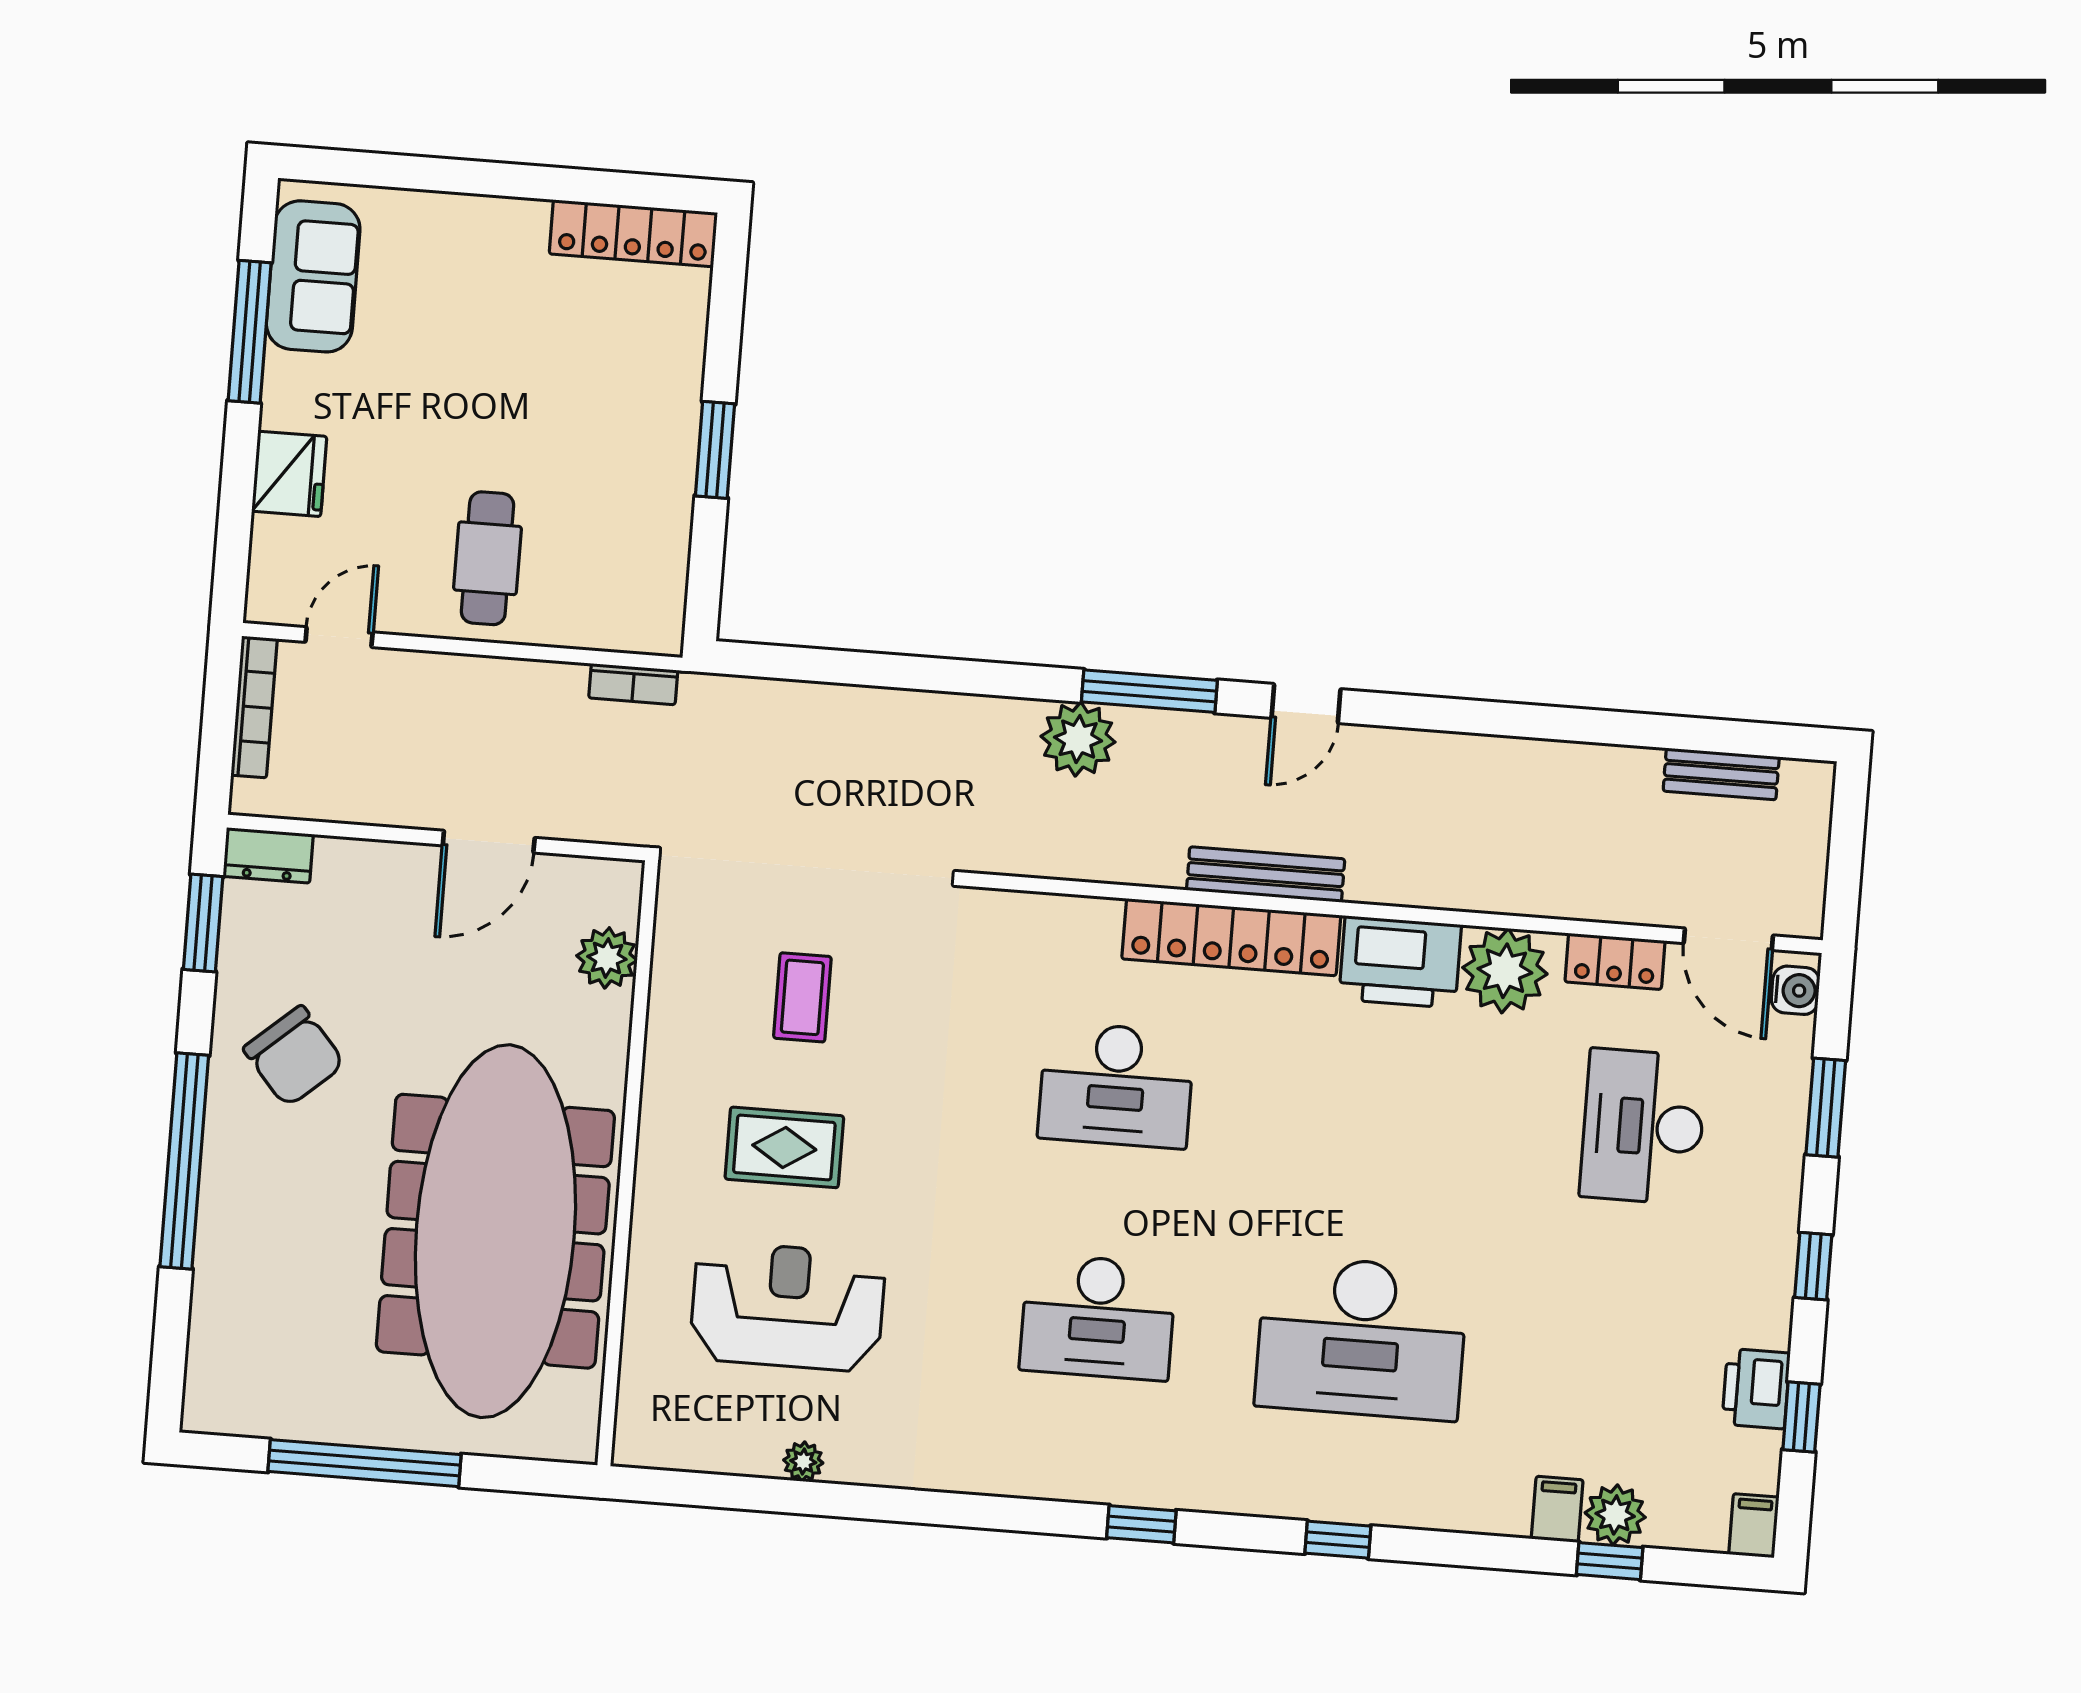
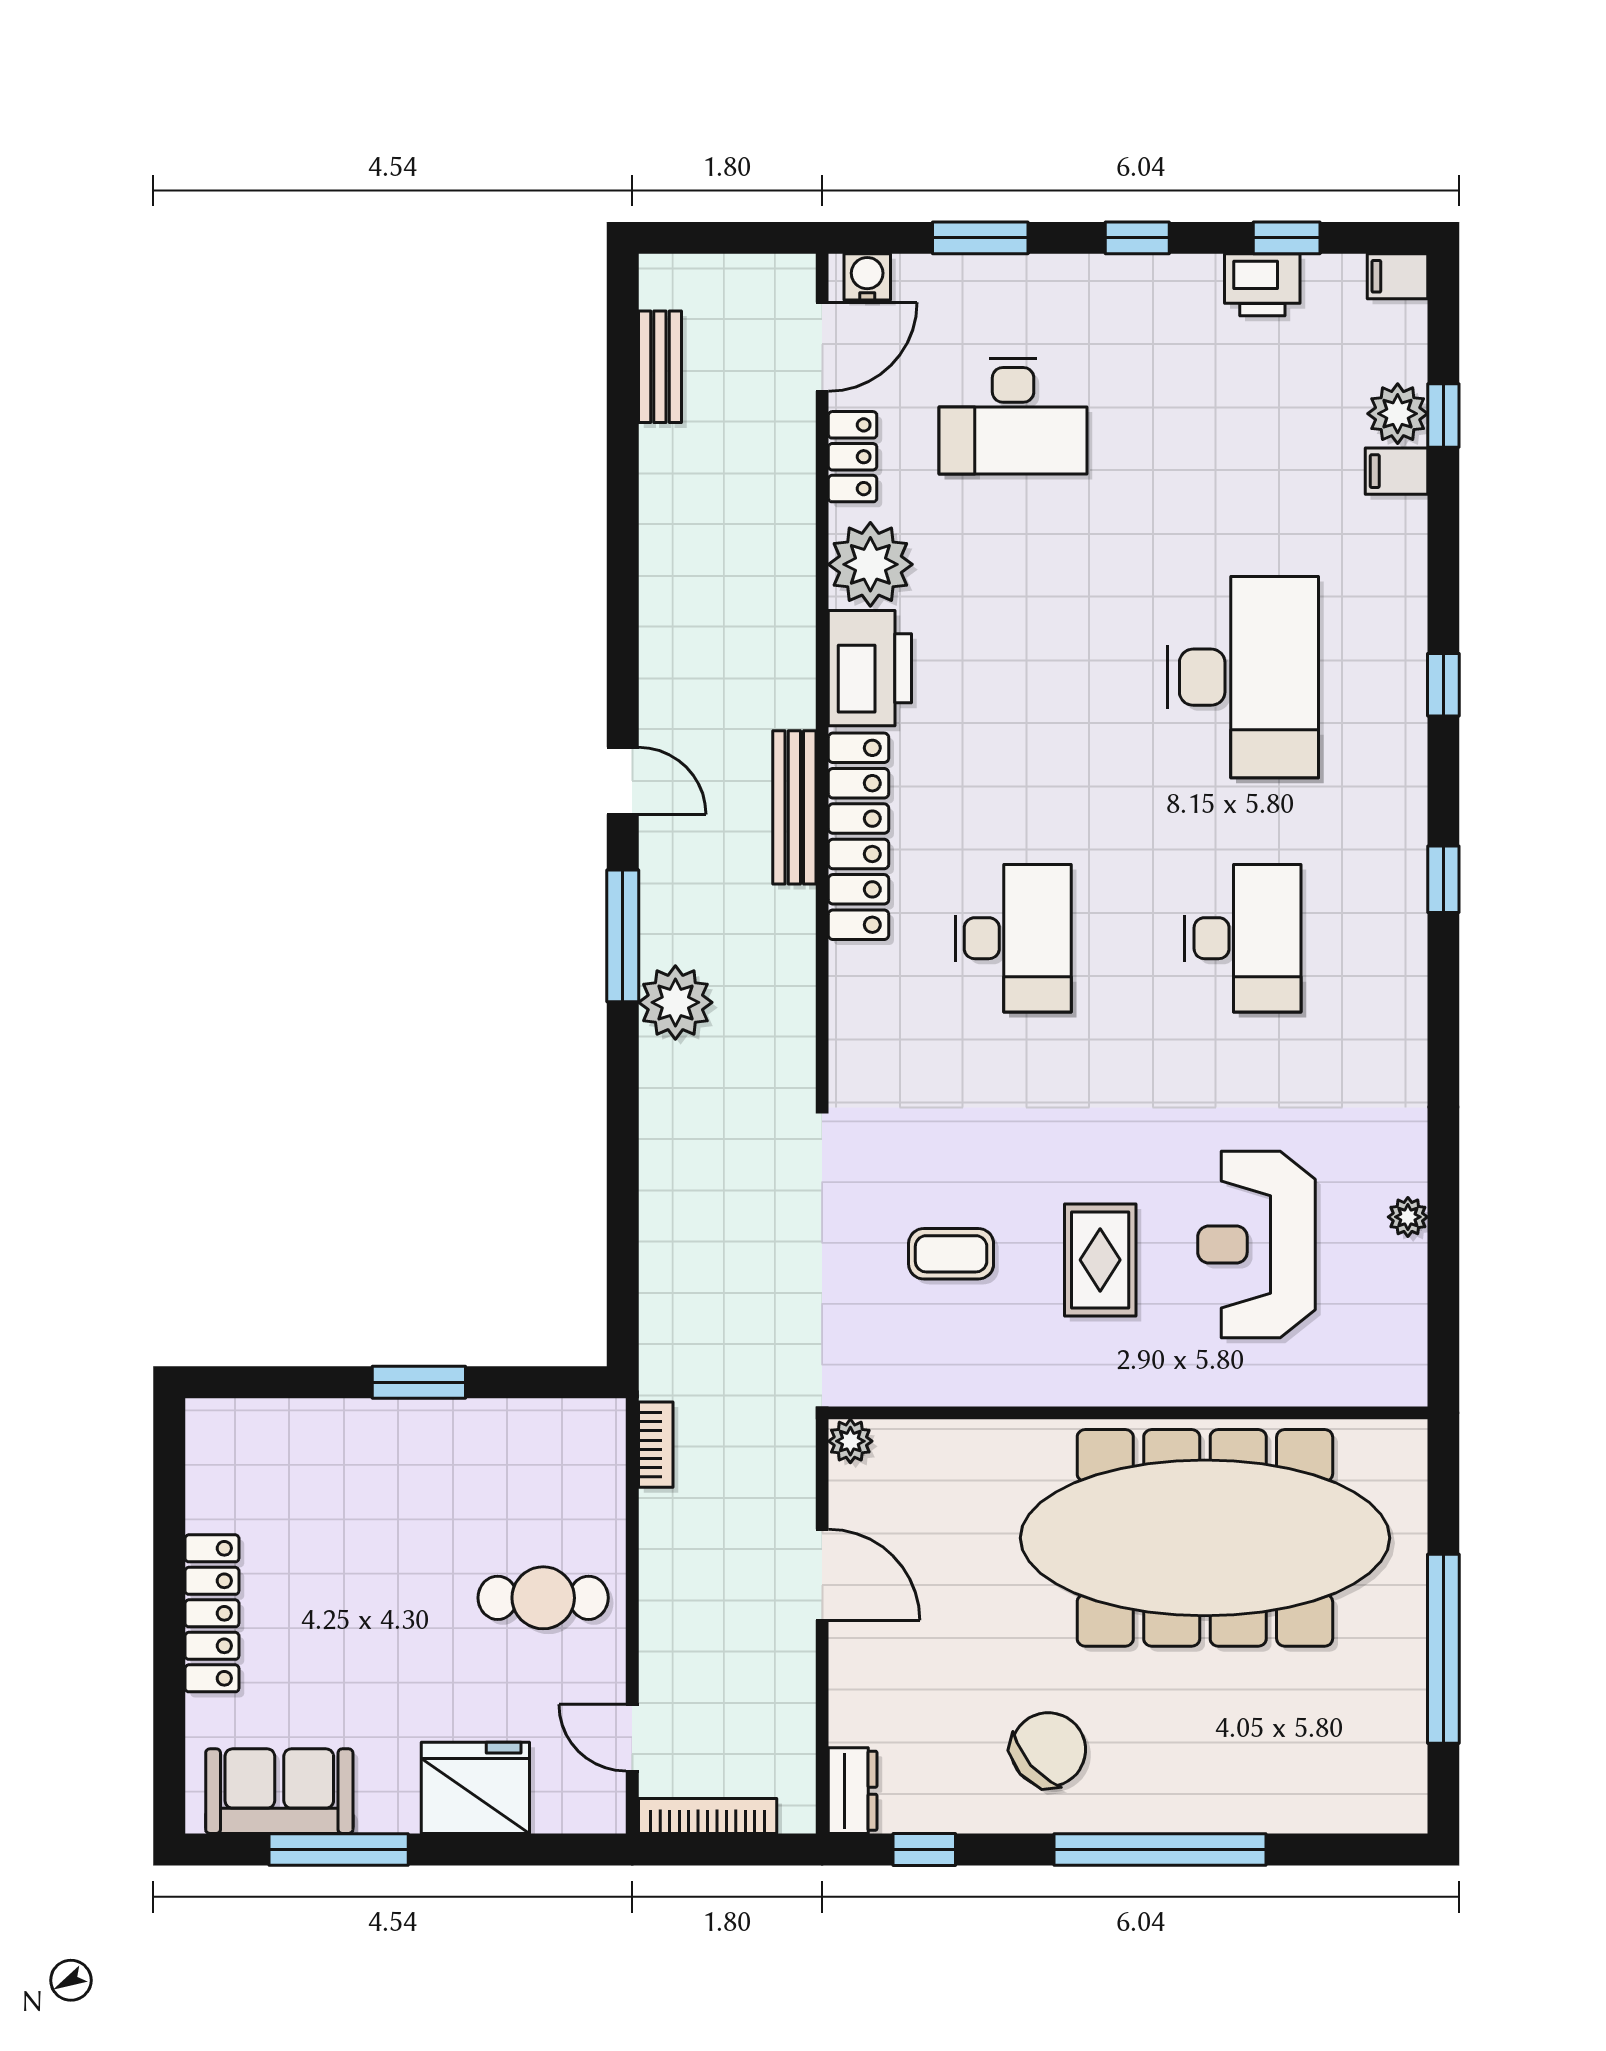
locker: (633, 233) -> (212, 1613), moved
fridge: (289, 474) -> (475, 1788), width x1.36, depth x1.34
window: (203, 923) -> (924, 1850), width x0.67
plant: (607, 958) -> (850, 1441), moved, width x0.73, depth x0.73

